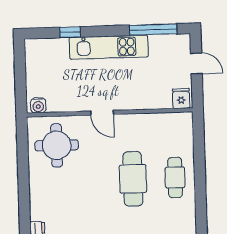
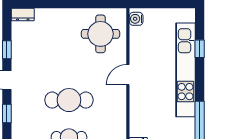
kitchen unit: (109, 47) -> (185, 70), width x1.36

